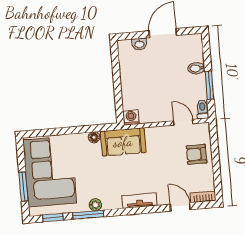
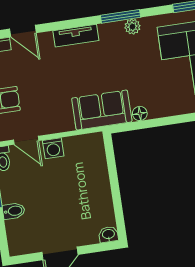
washbasin: (139, 44) -> (108, 234), moved
washing machine: (131, 117) -> (53, 148), moved
window: (88, 215) -> (120, 16), moved

